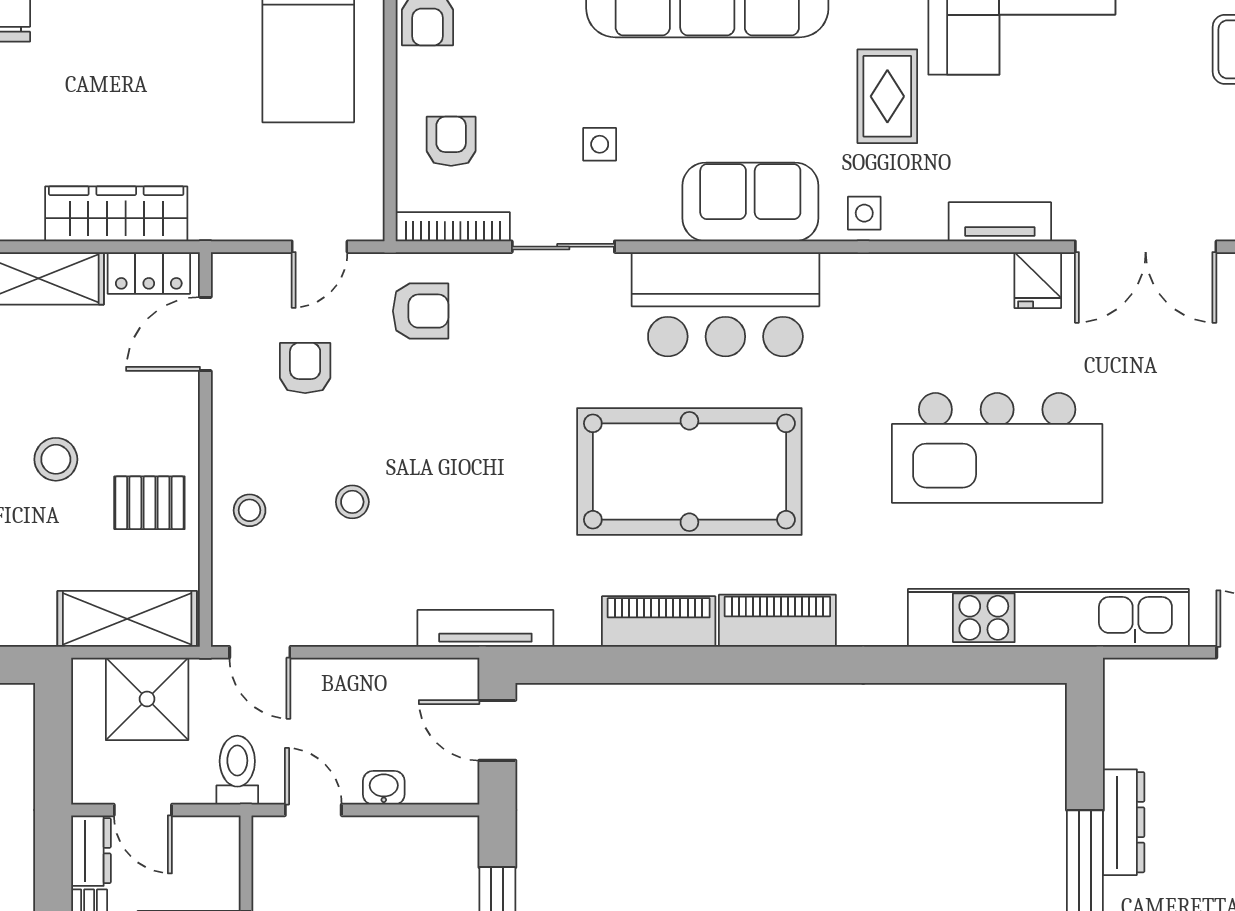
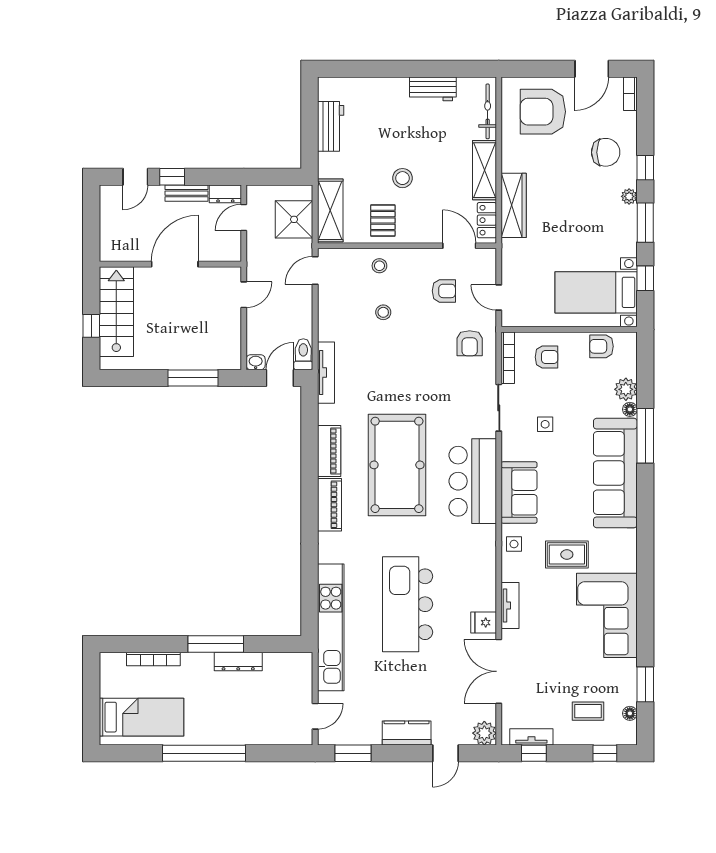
toilet: (237, 770) -> (303, 354), moved, turned -90
washbasin: (384, 788) -> (256, 362), moved, turned -90

